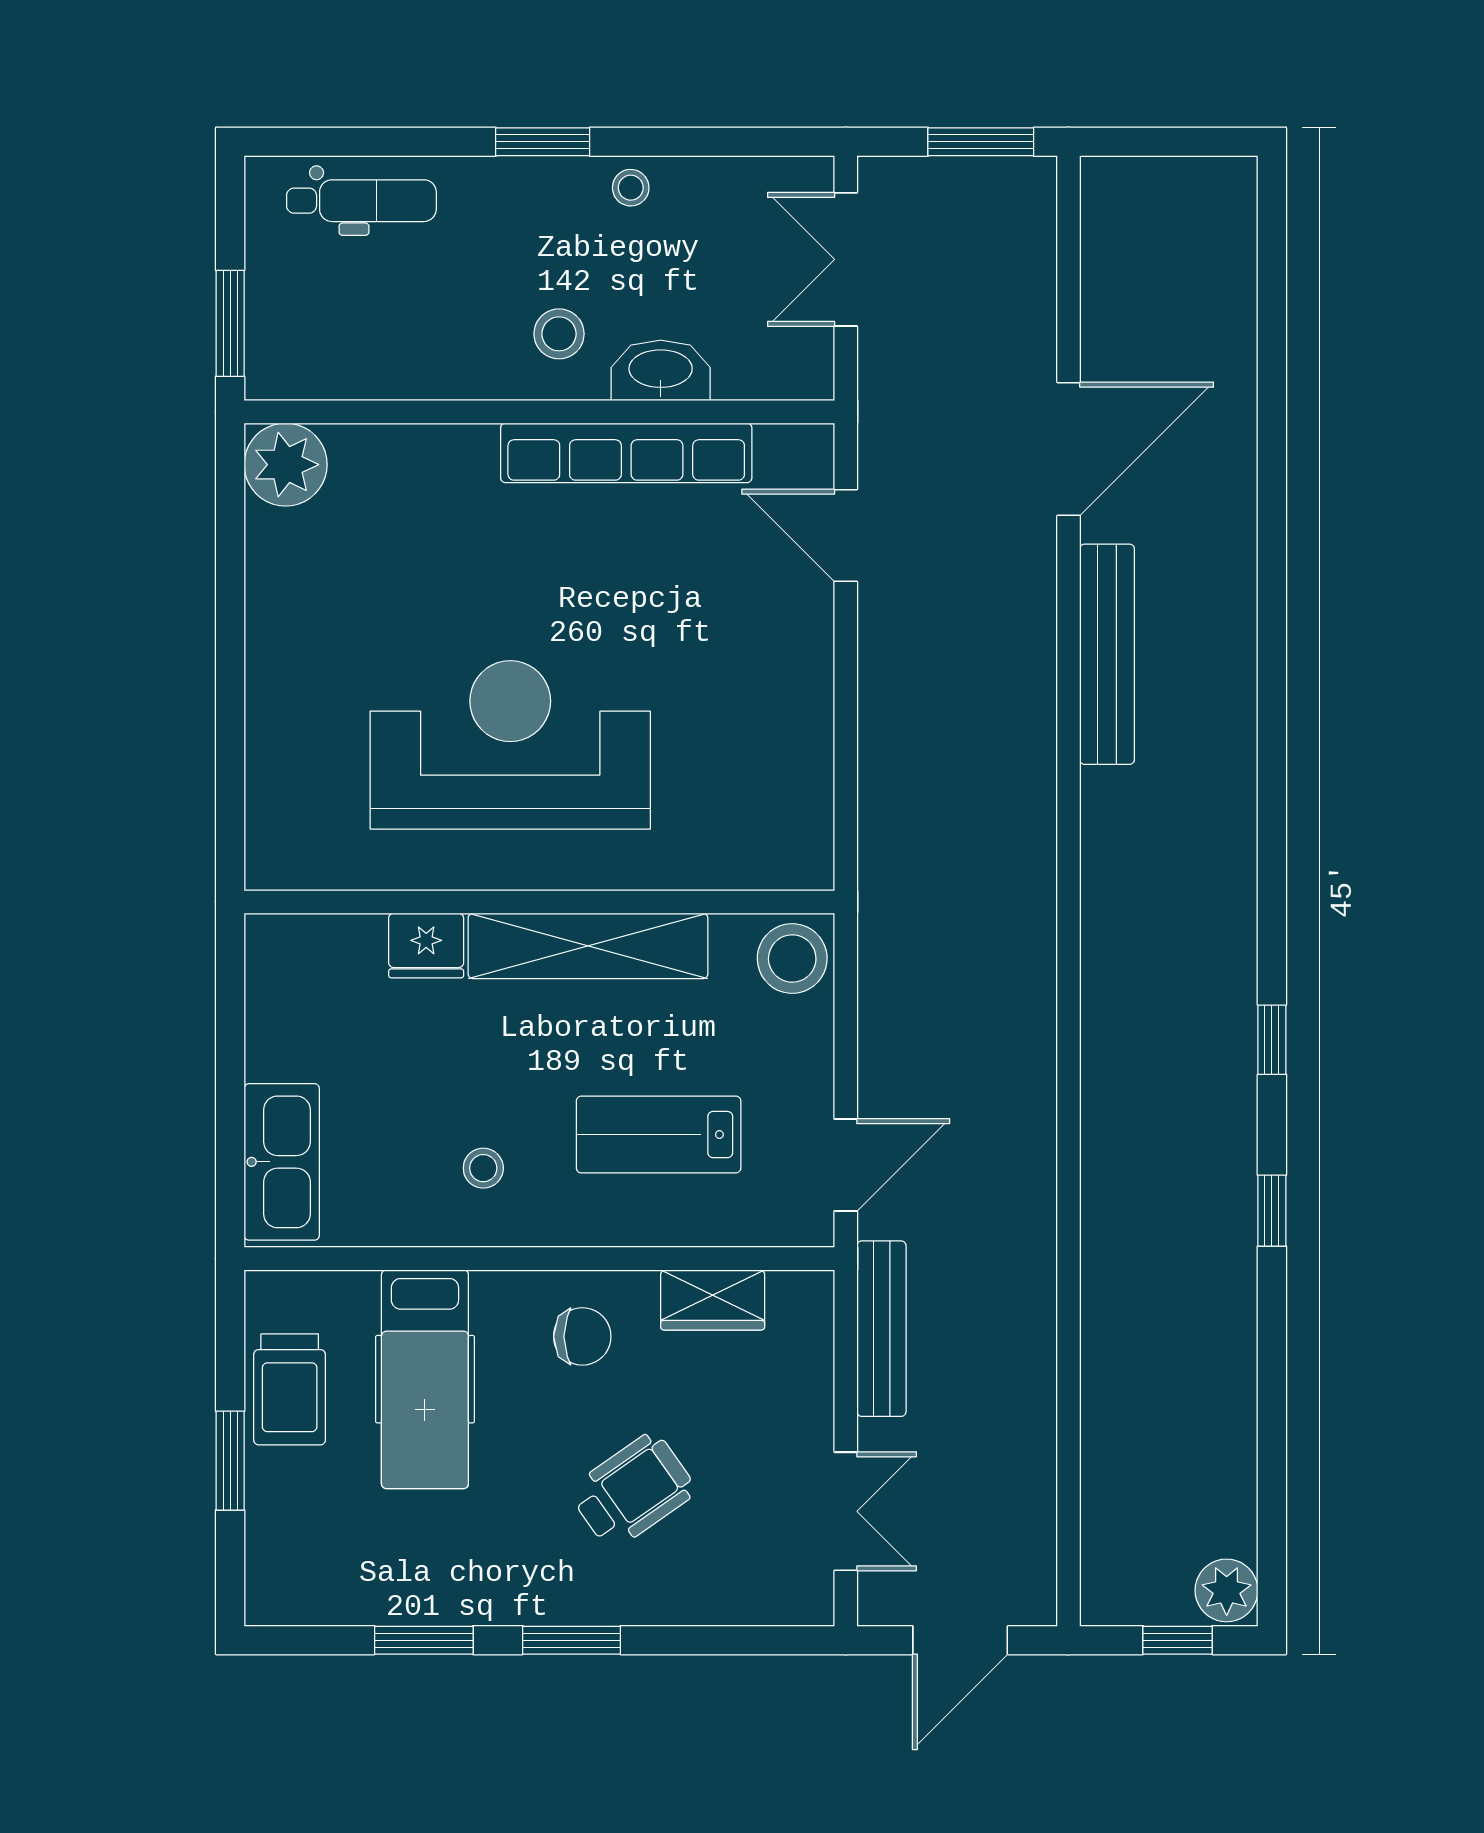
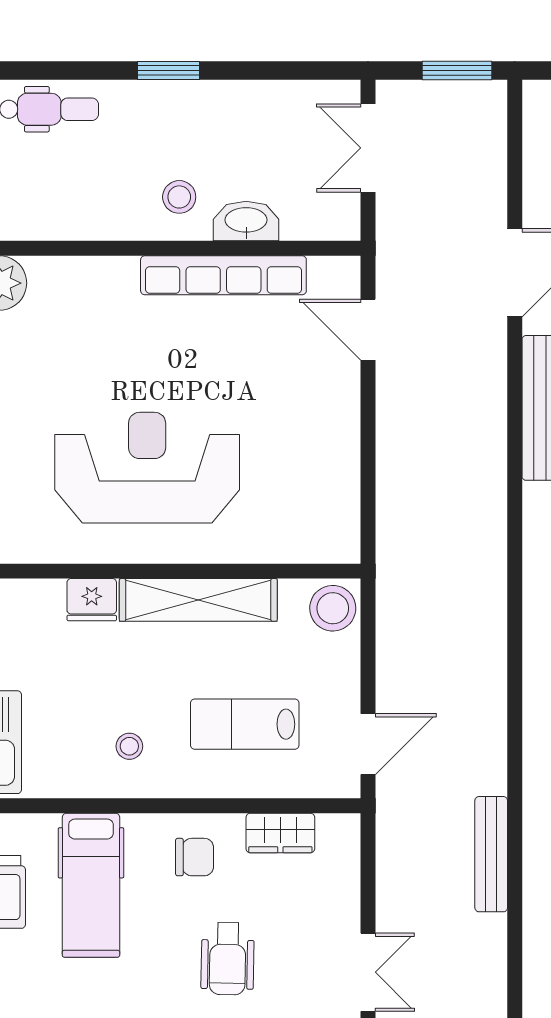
stool: (631, 188) -> (226, 101), removed
bench: (881, 1329) -> (491, 854), moved
wheelchair: (632, 1491) -> (228, 959), turned 126

